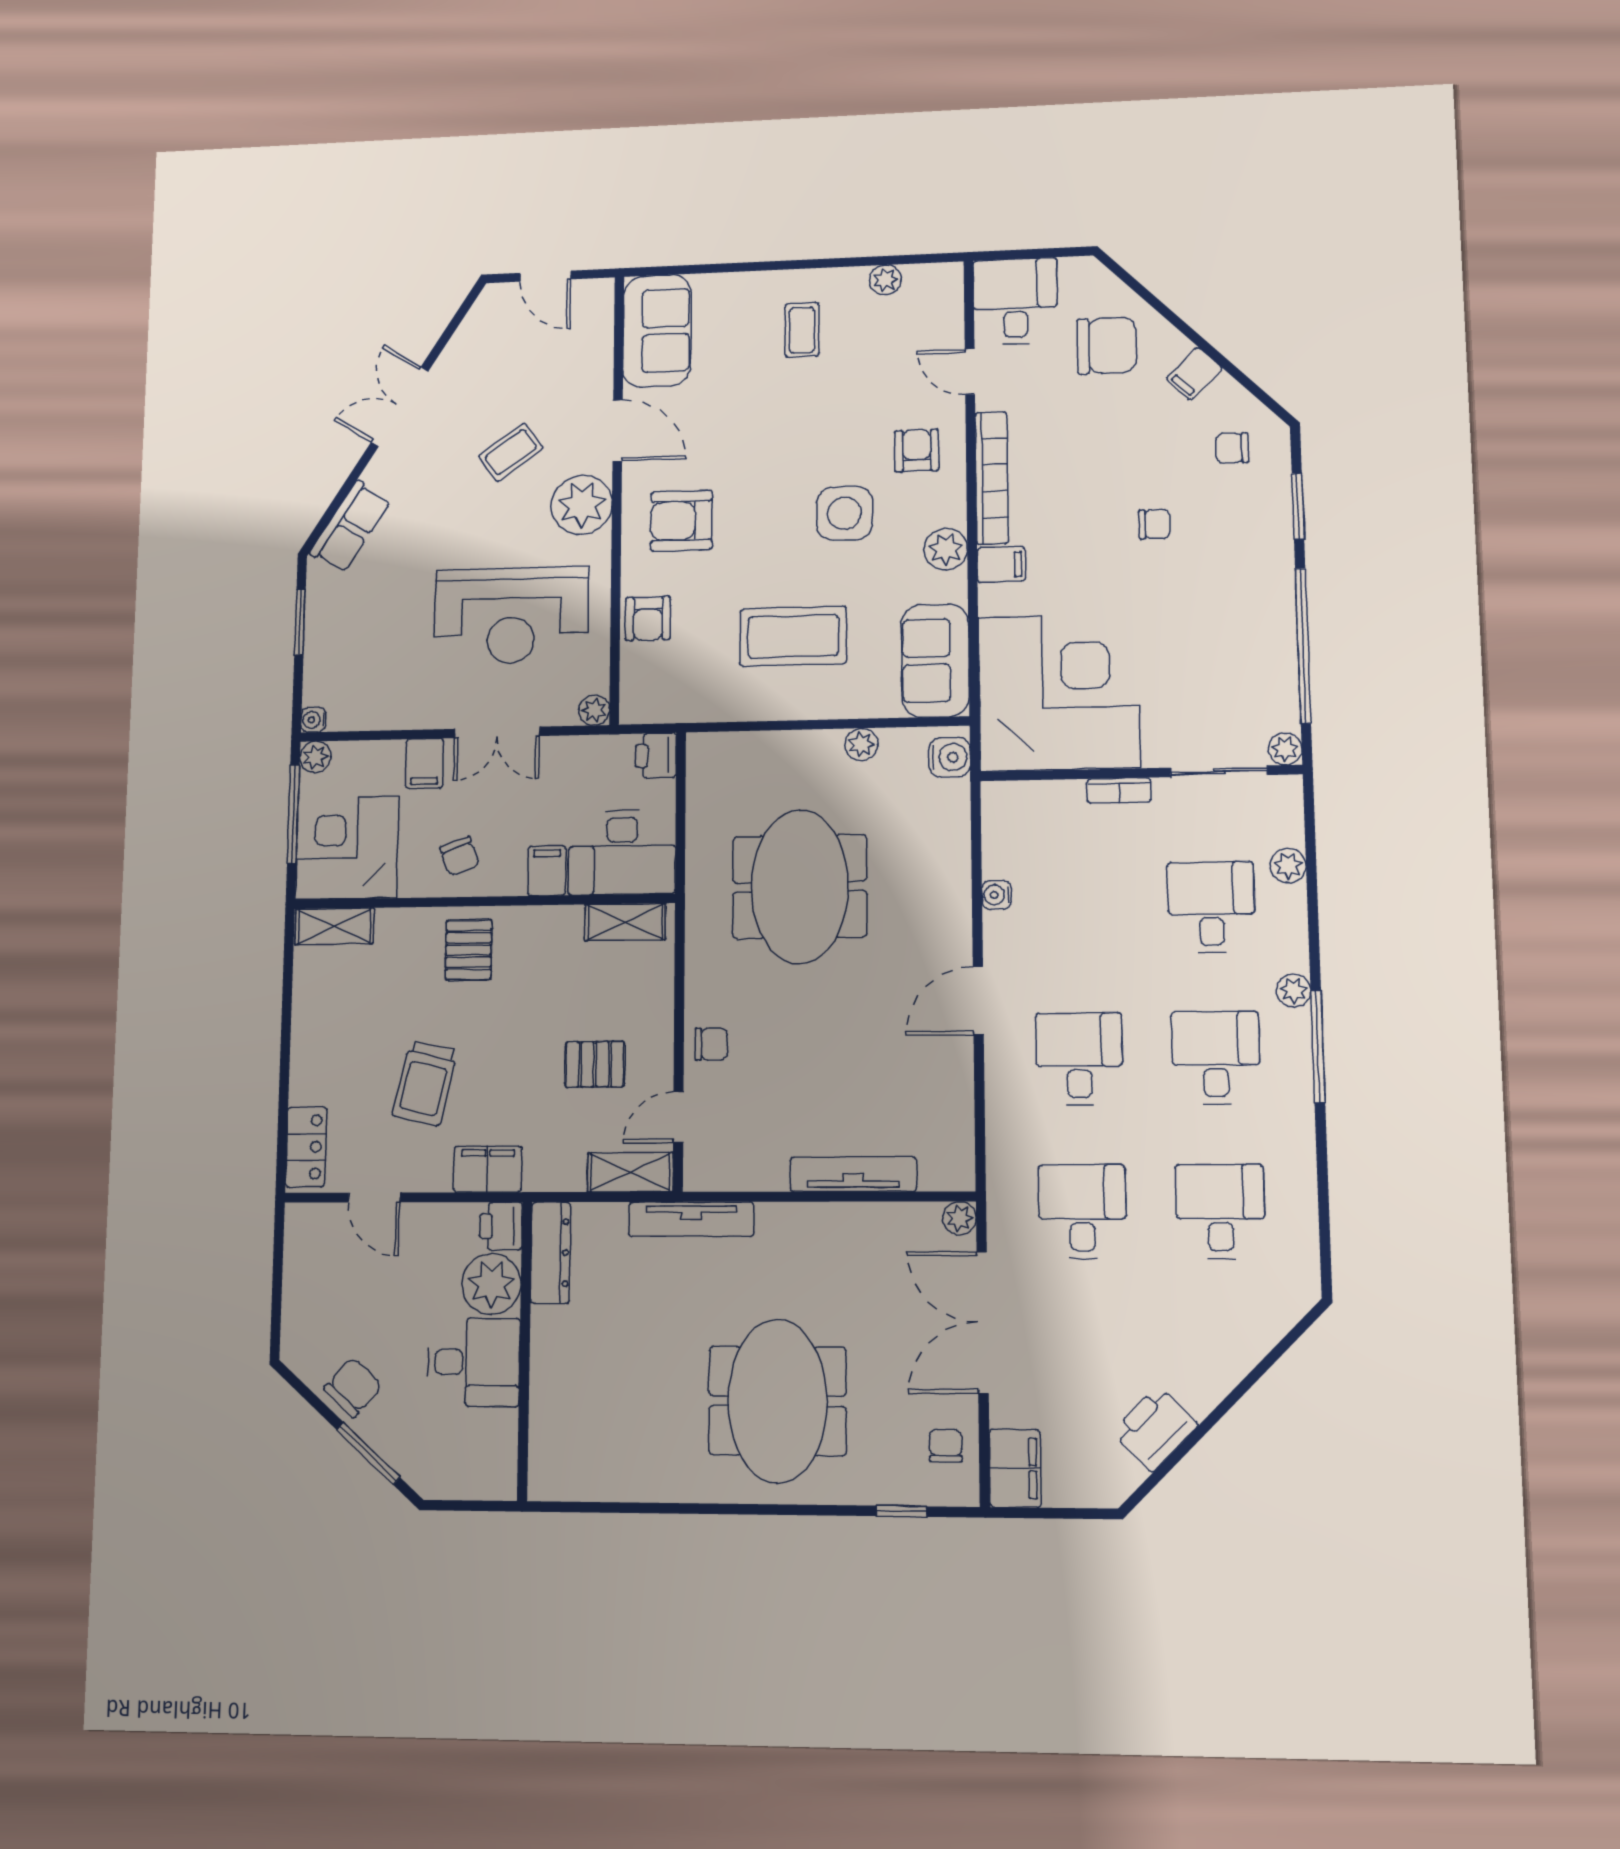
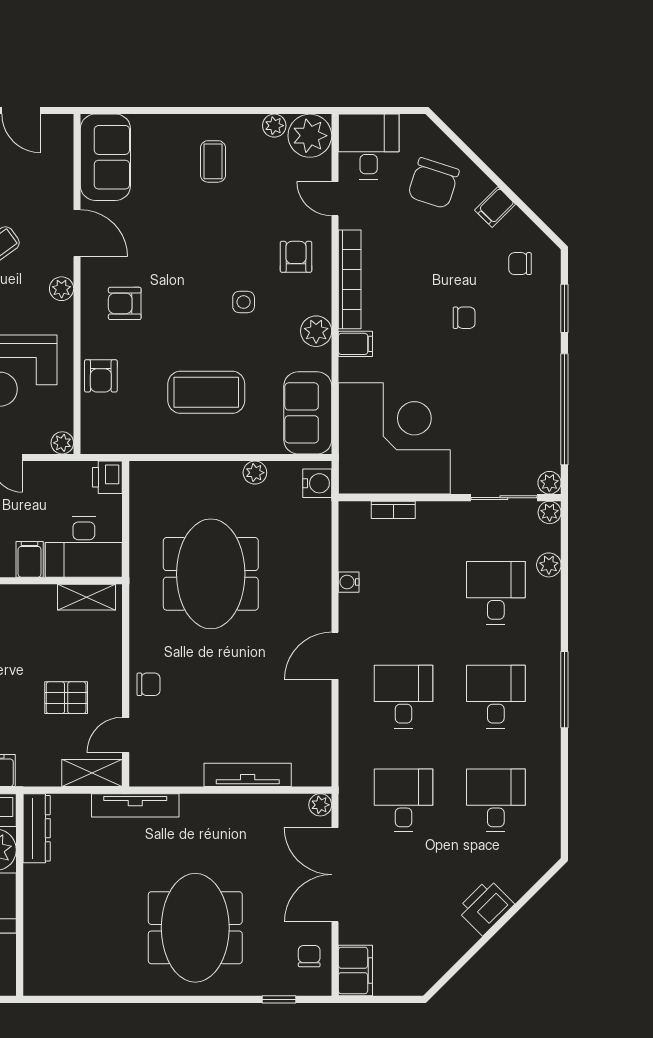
plant: (934, 291) -> (310, 136), added
chair: (1107, 346) -> (433, 183), turned 108
plant: (582, 505) -> (62, 289), width x0.53, depth x0.53
side table: (844, 513) -> (244, 302), width x0.54, depth x0.54
armchair: (681, 521) -> (125, 303), width x0.72, depth x0.72
bookcase: (1119, 791) -> (393, 510), moved
plant: (1294, 991) -> (550, 512), moved
printer: (1155, 1429) -> (485, 907), moved

